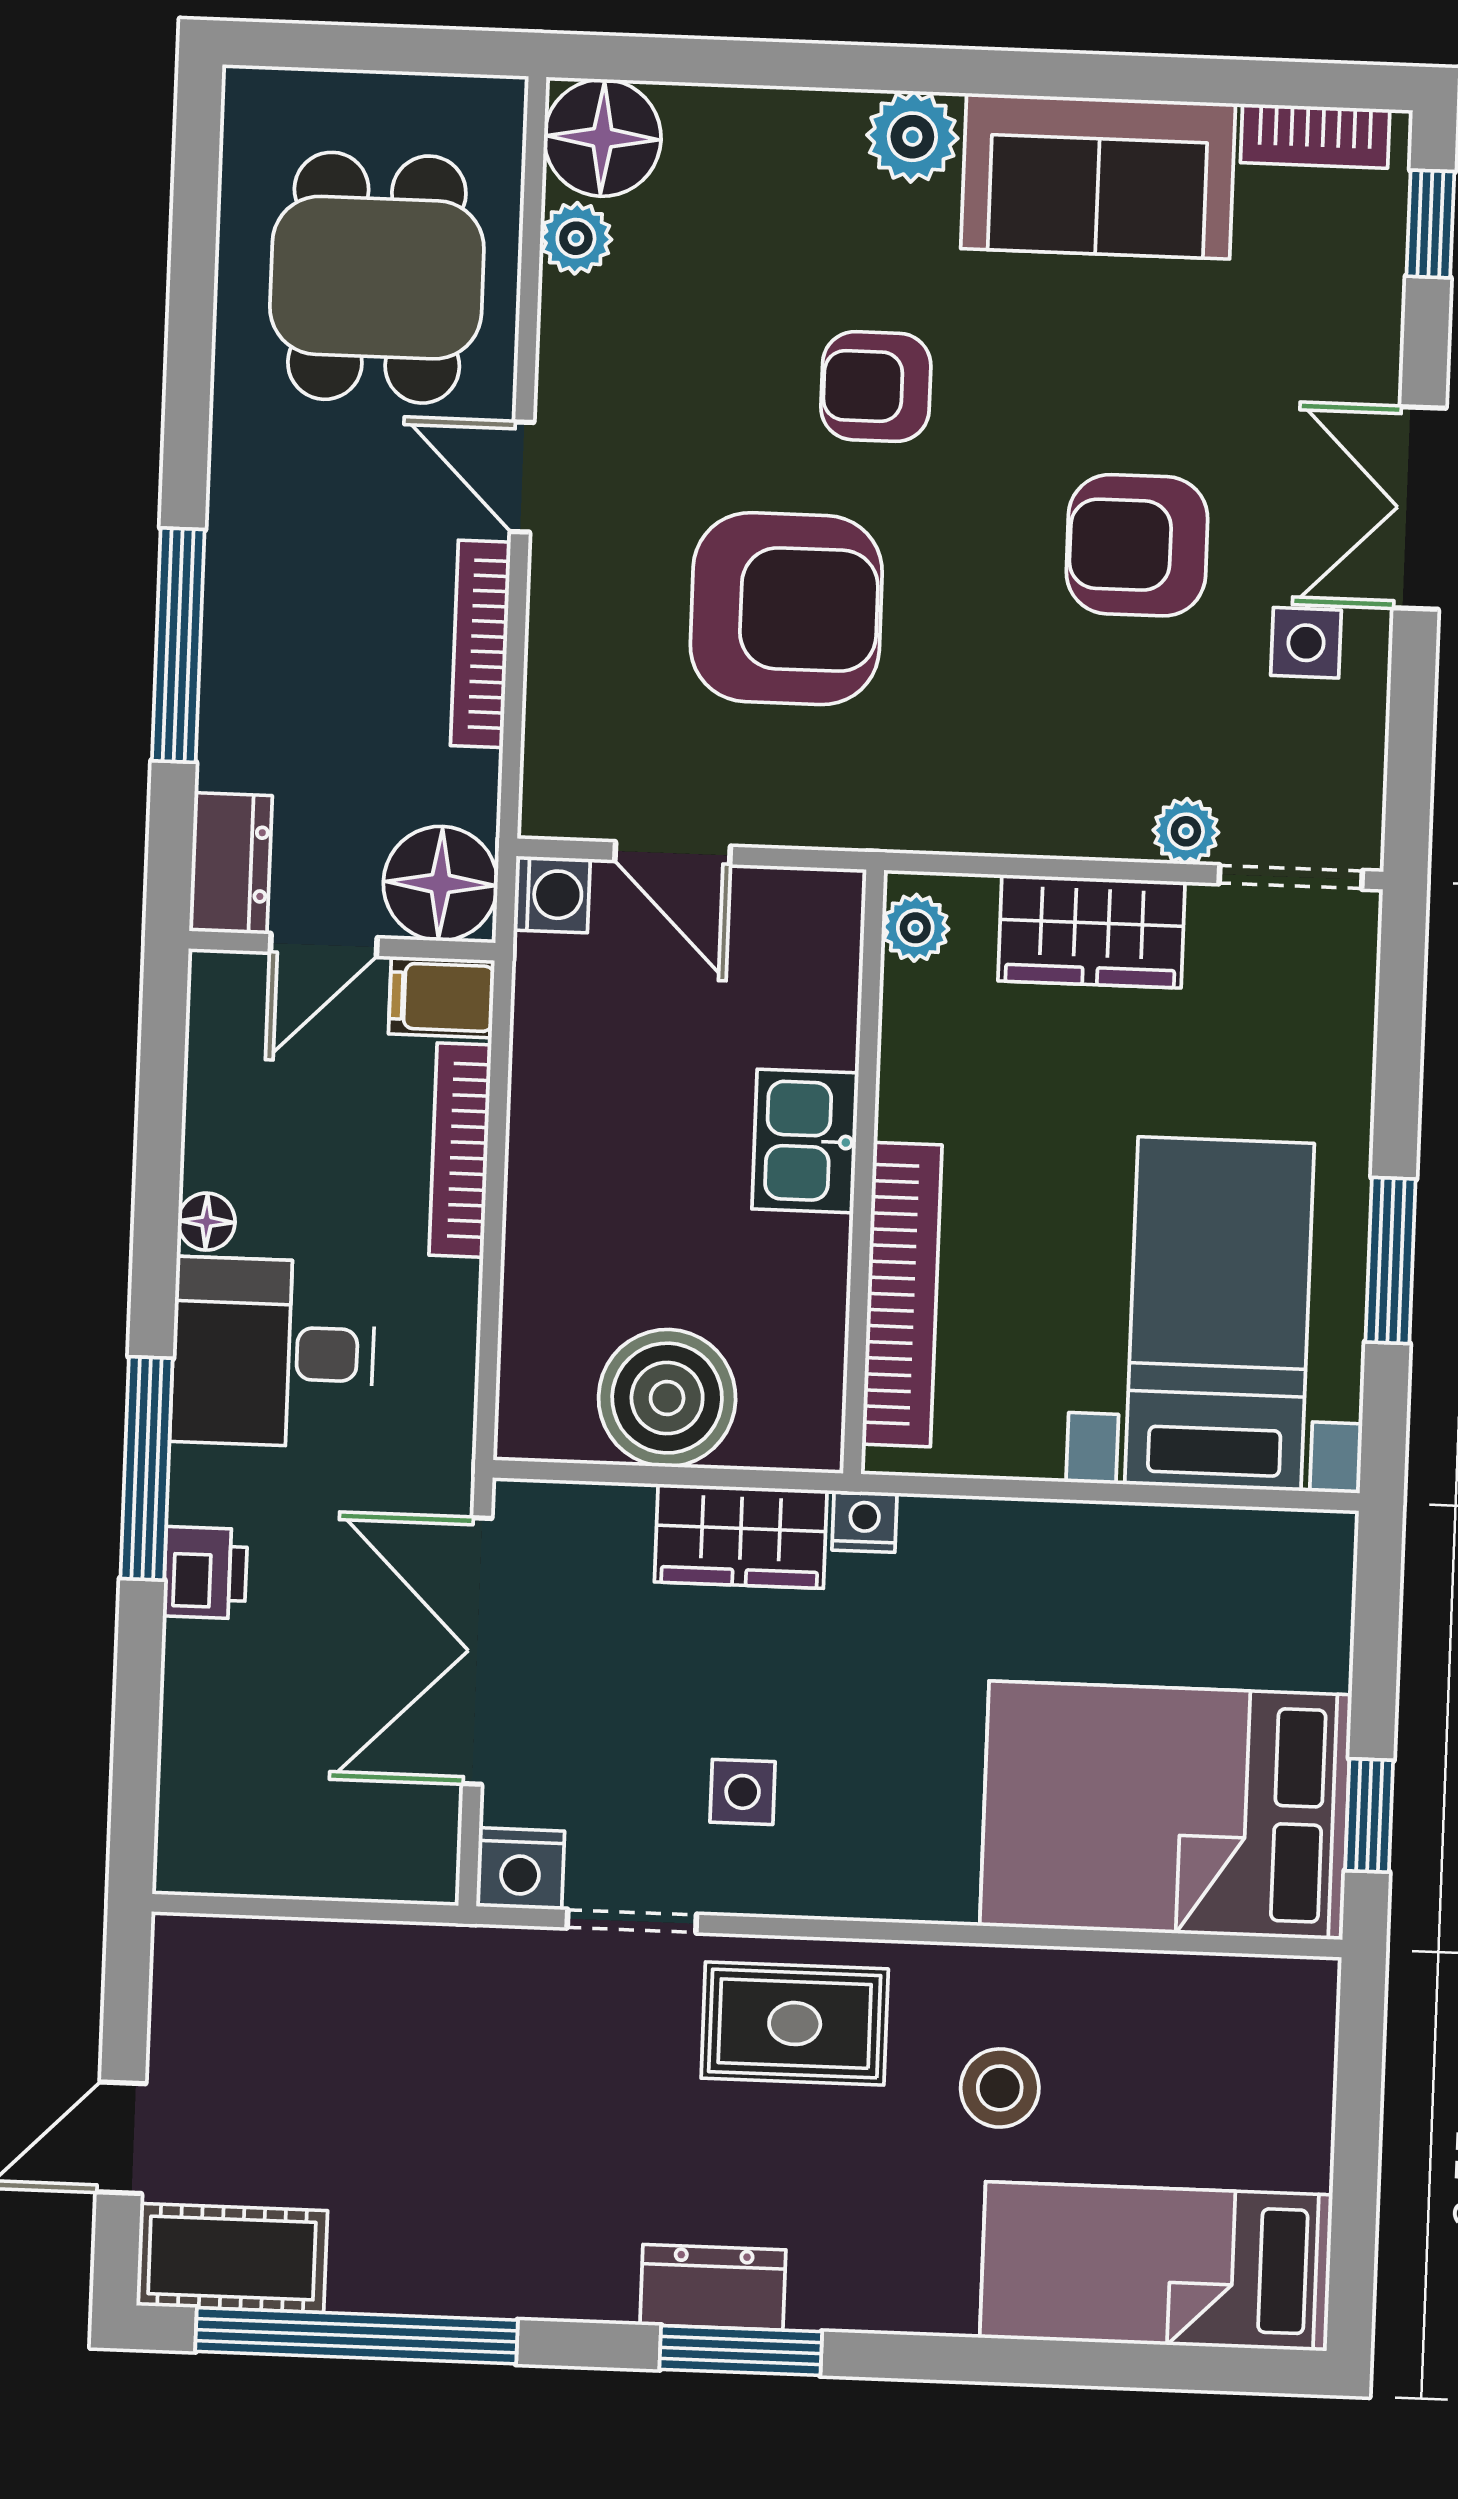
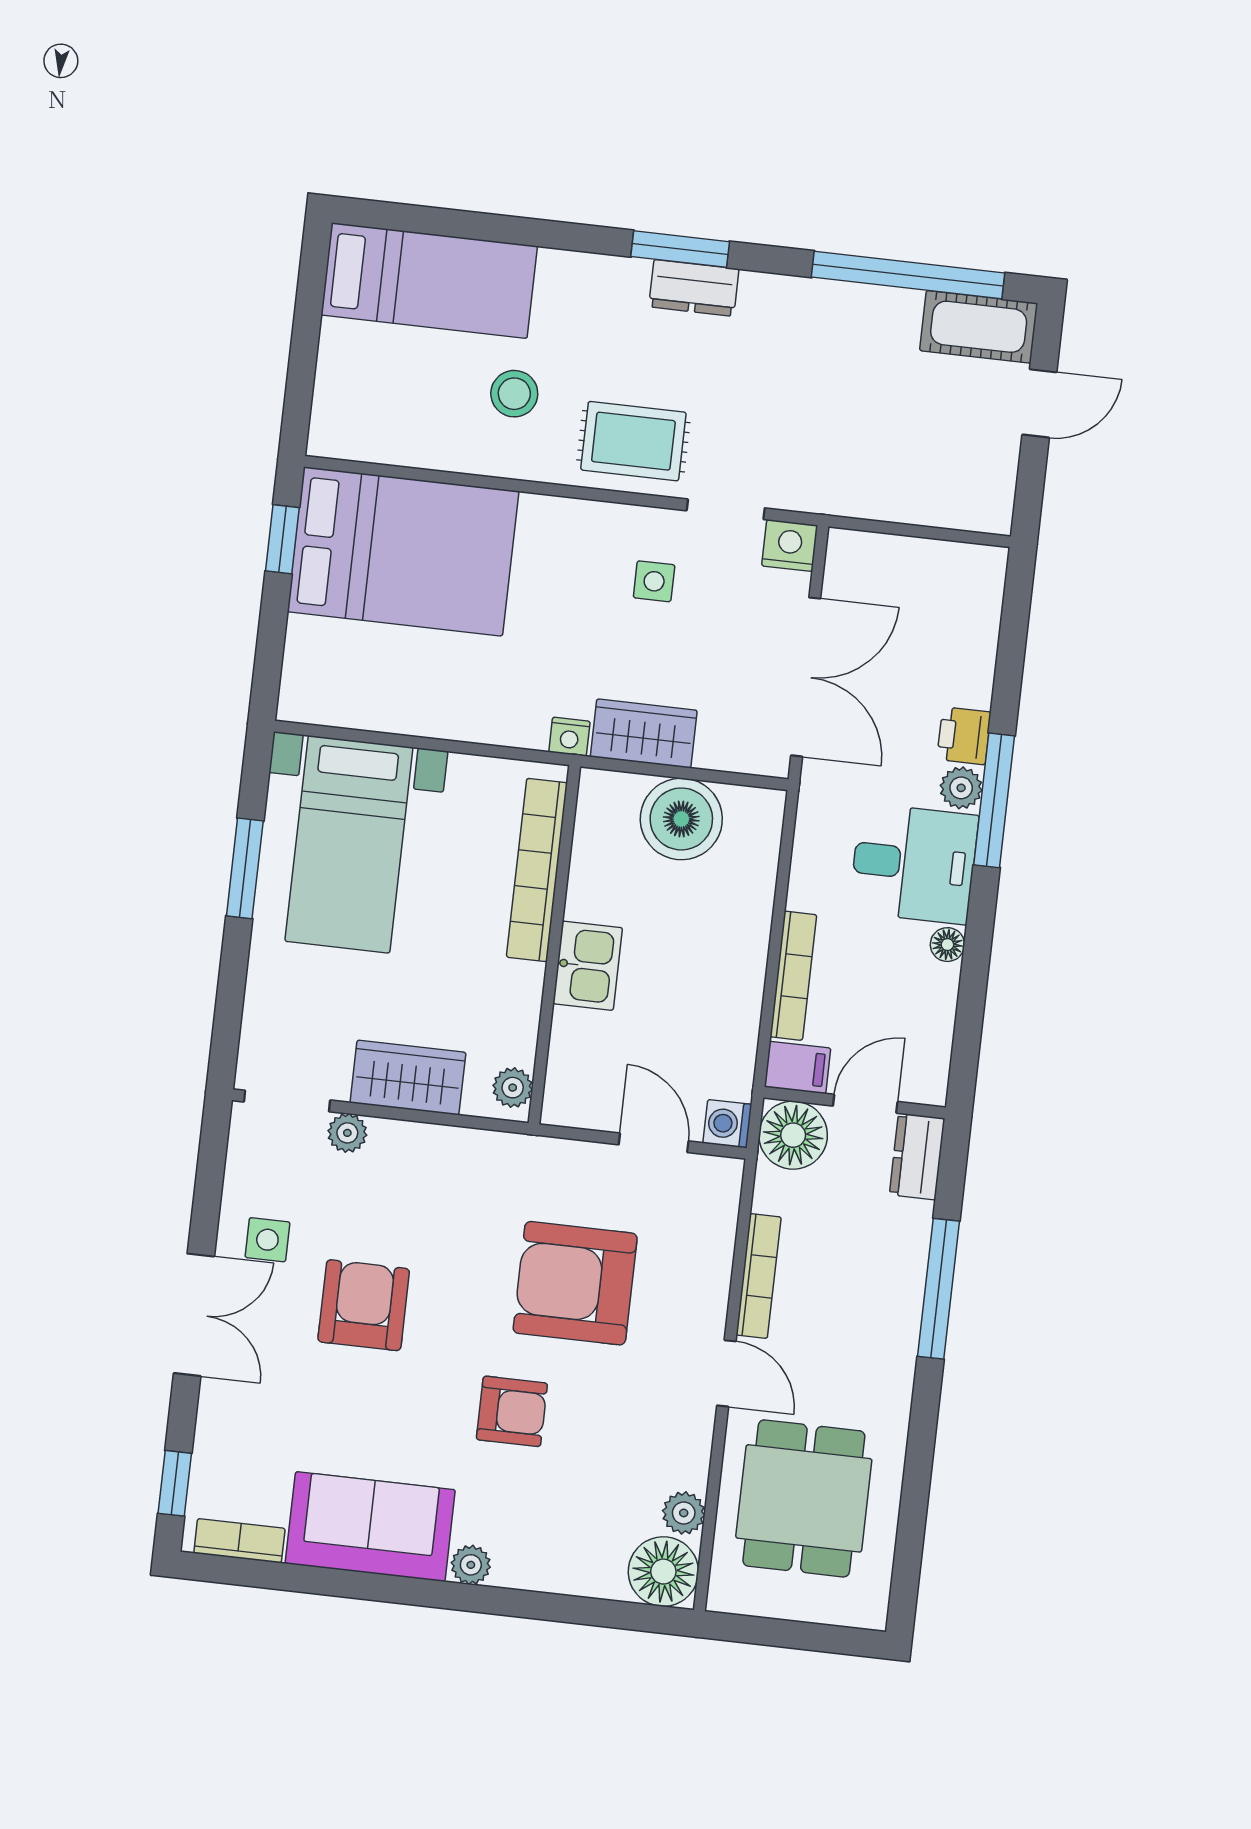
plant: (912, 137) -> (471, 1565), width x0.73, depth x0.73
armchair: (1137, 545) -> (364, 1305), turned -90
plant: (203, 1485) -> (961, 788), added

